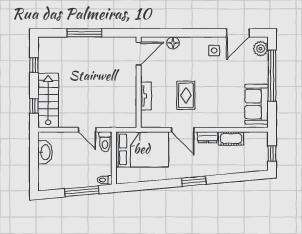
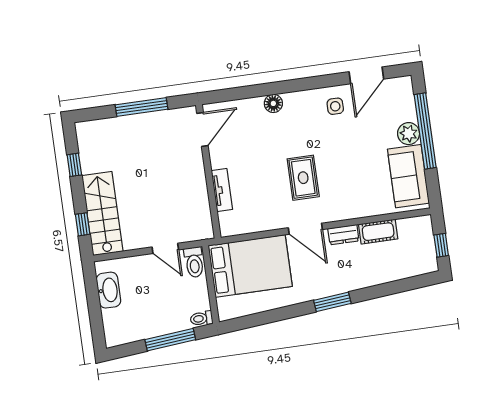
plant: (261, 49) -> (409, 134), moved
door: (139, 54) -> (202, 130), moved
wall: (139, 82) -> (208, 171), moved
tv unit: (146, 96) -> (222, 190), moved

